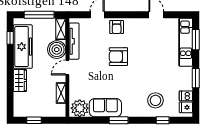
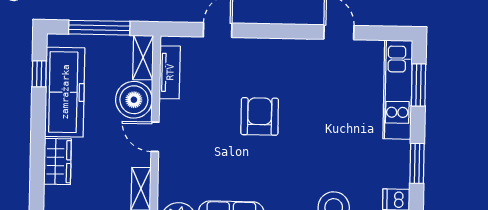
armchair: (117, 27) -> (257, 56), removed
tv unit: (74, 41) -> (170, 72), width x0.71
armchair: (118, 57) -> (260, 116), turned 90
door: (67, 68) -> (155, 137), hinge flipped

